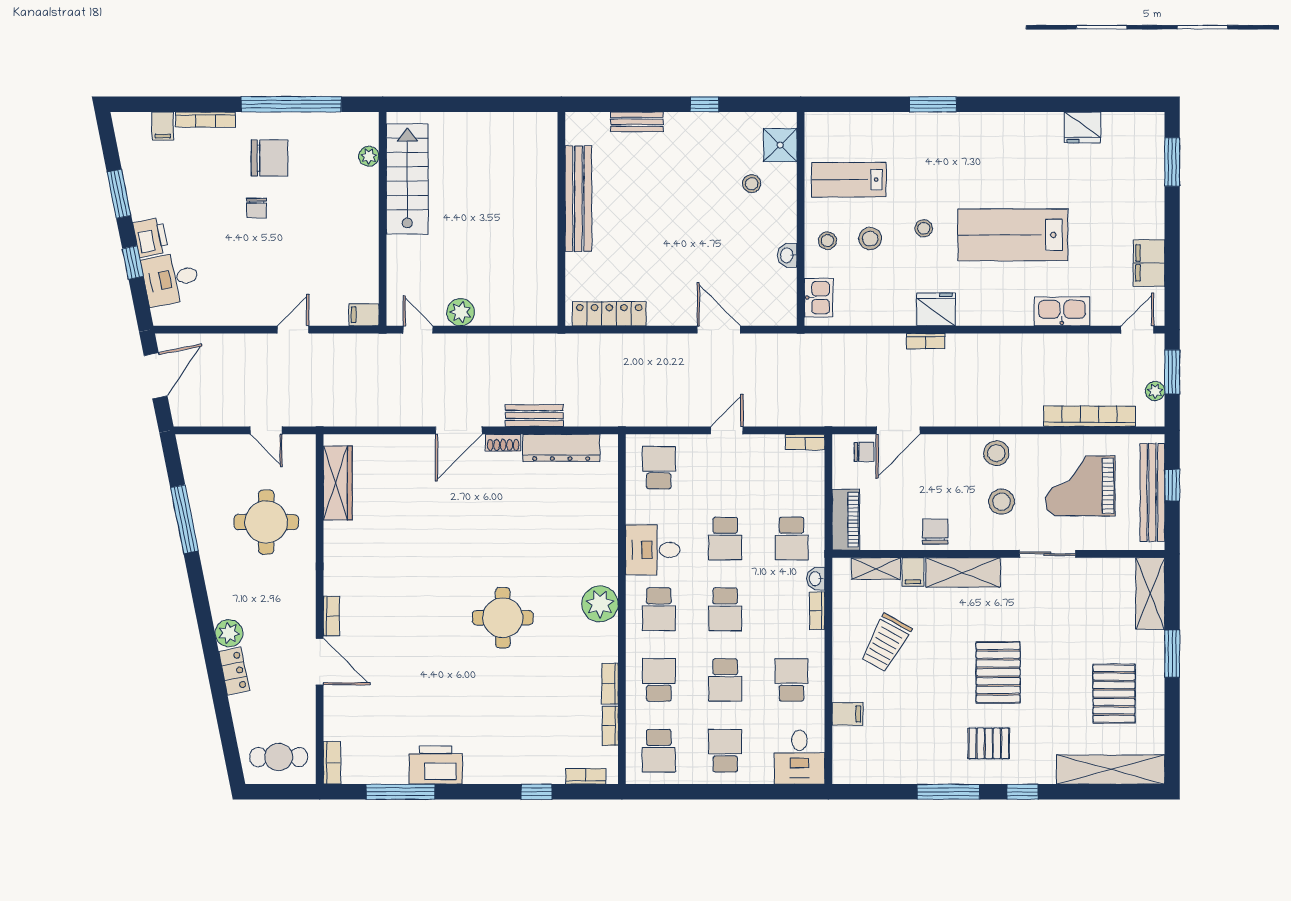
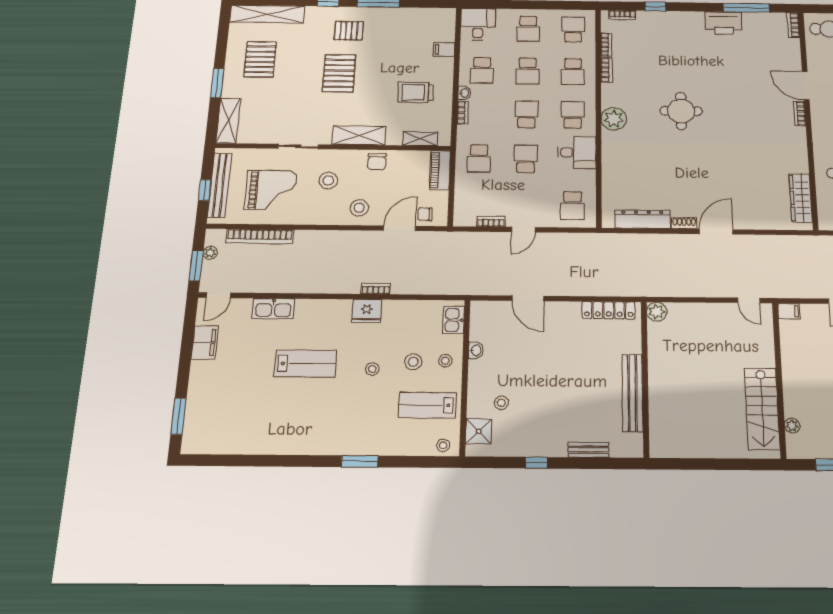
stool: (826, 126) -> (443, 445), added
fridge: (1083, 127) -> (245, 443), removed
lab bench: (849, 180) -> (427, 405), turned 180
lab bench: (1013, 235) -> (305, 364), width x0.73, depth x0.72
plant: (461, 312) -> (657, 312), moved
bench: (534, 416) -> (662, 241), removed
bookcase: (805, 442) -> (491, 222), moved
stool: (996, 453) -> (359, 208), moved
school desk: (791, 538) -> (479, 158), turned 180
filing cabinet: (913, 572) -> (394, 136), removed
washbasin: (816, 579) -> (464, 93), moved
trolley: (886, 643) -> (416, 92), turned -119
school desk: (725, 680) -> (527, 71), turned 180

